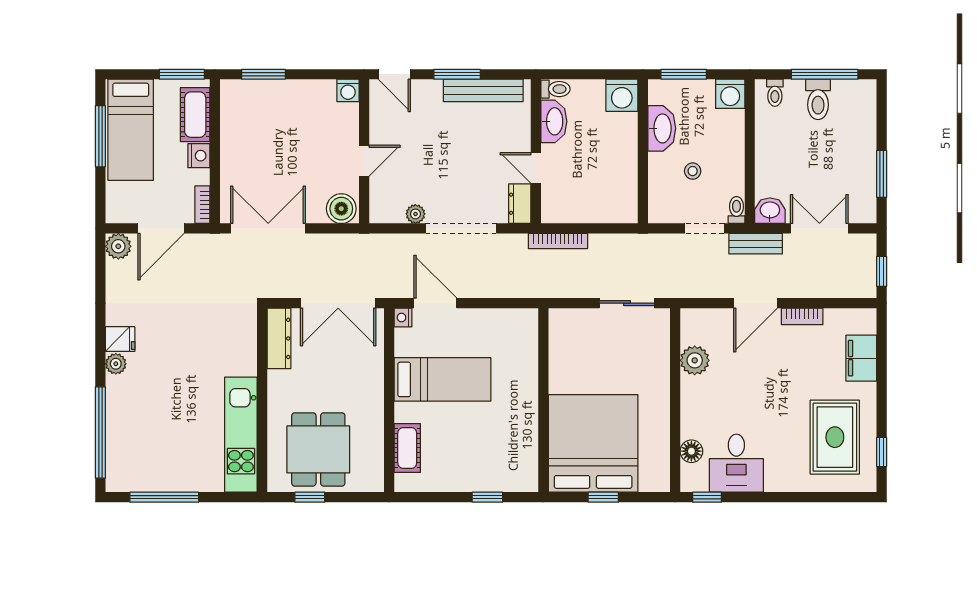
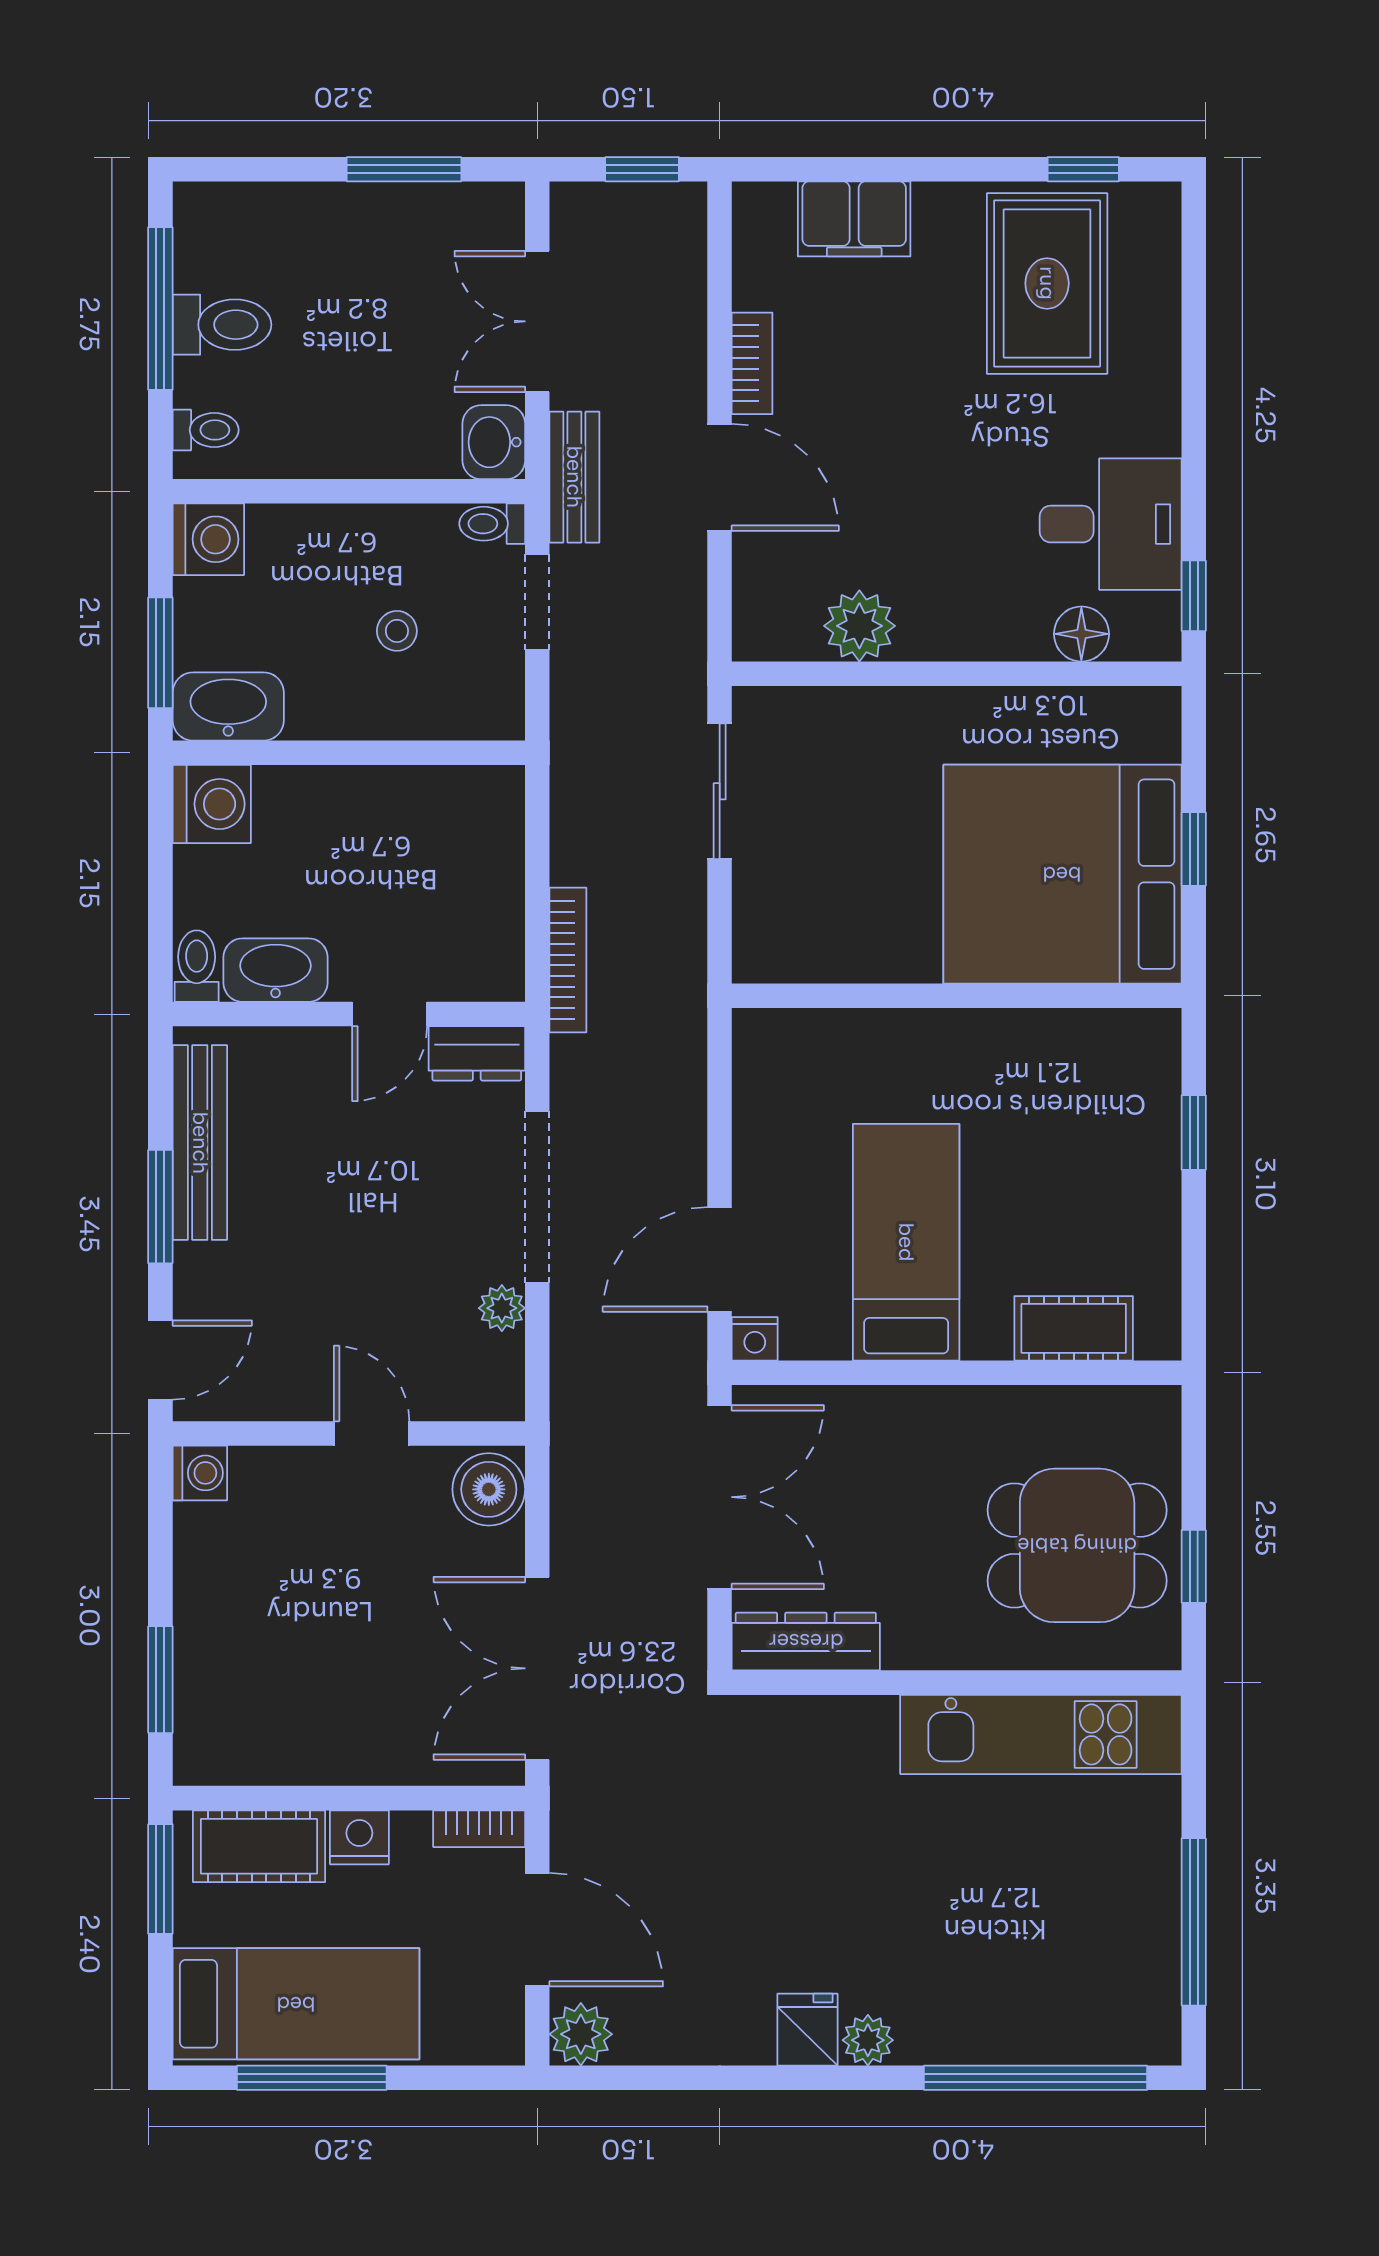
washbasin: (662, 128) -> (228, 707), moved
rug: (835, 437) -> (1047, 283), turned 90

